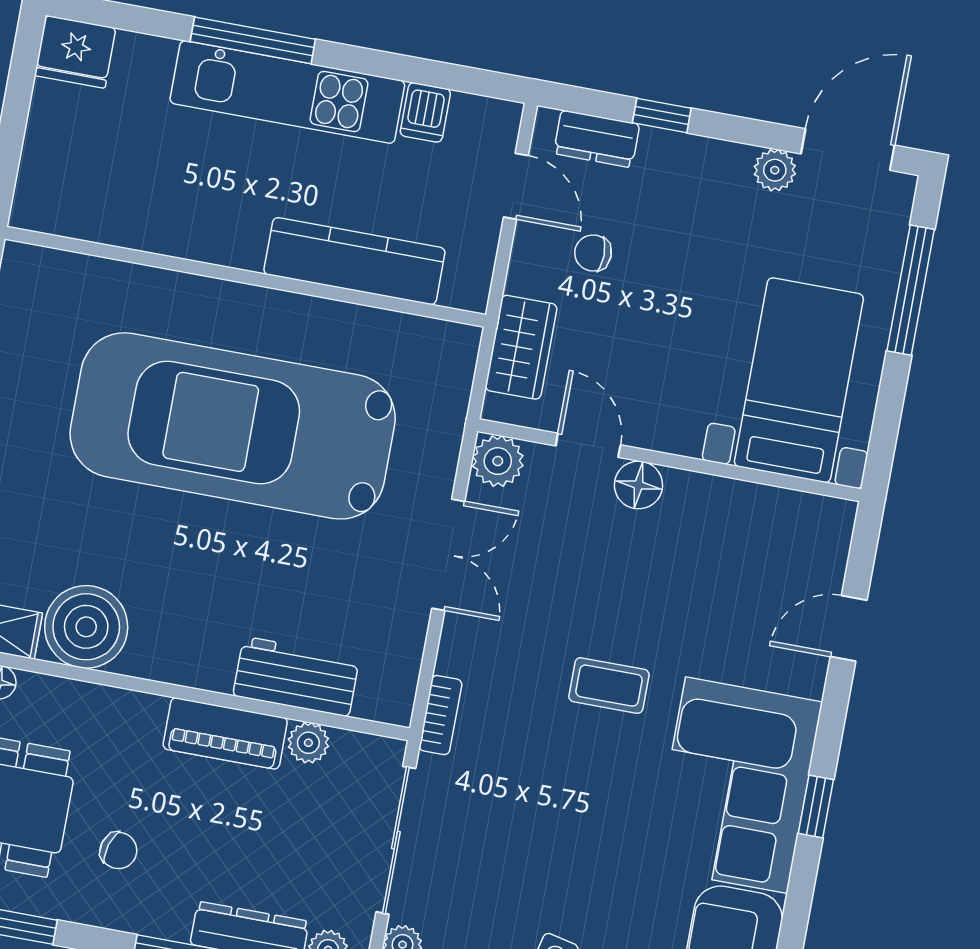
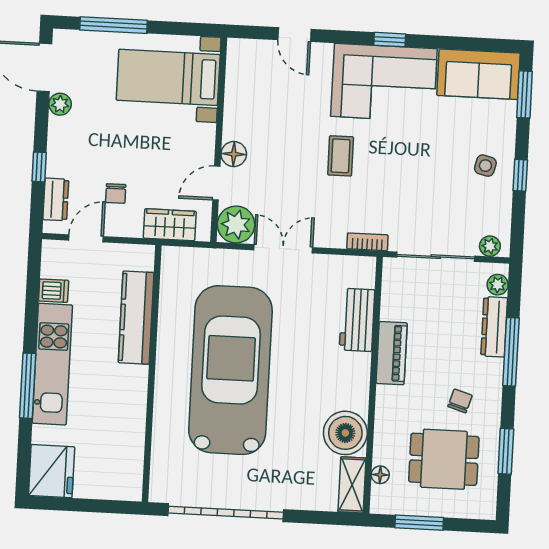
fridge: (75, 52) -> (52, 471), width x1.36, depth x1.34
car: (233, 426) -> (230, 370), turned 180
plant: (498, 461) -> (236, 224), width x1.36, depth x1.36
plant: (308, 743) -> (391, 309), removed

